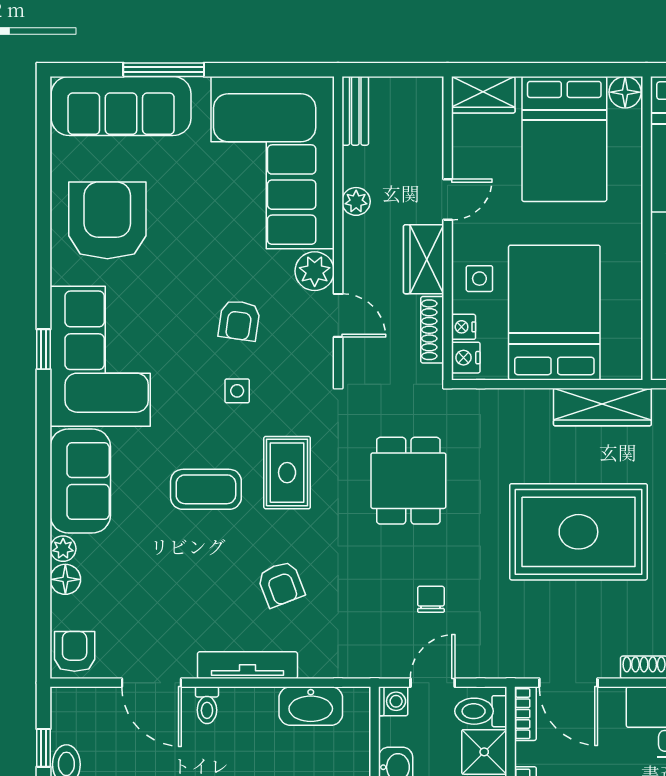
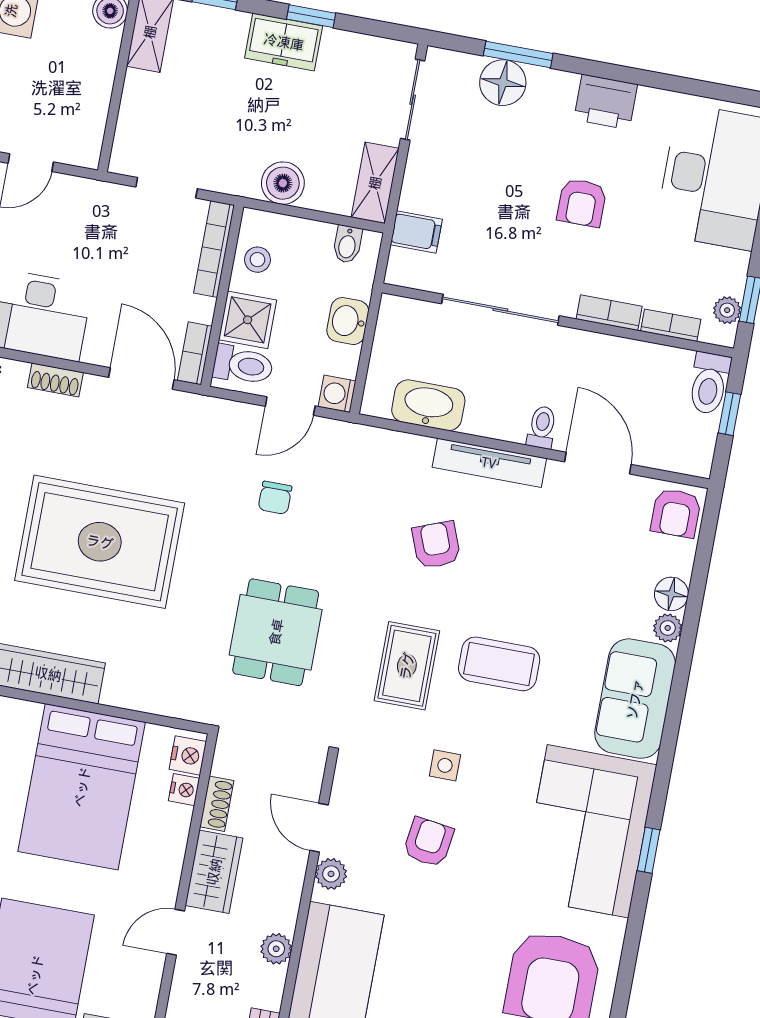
plant: (315, 271) -> (331, 874), width x0.73, depth x0.73
side table: (479, 279) -> (157, 839), removed
shoe rack: (432, 330) -> (217, 804), width x0.70

